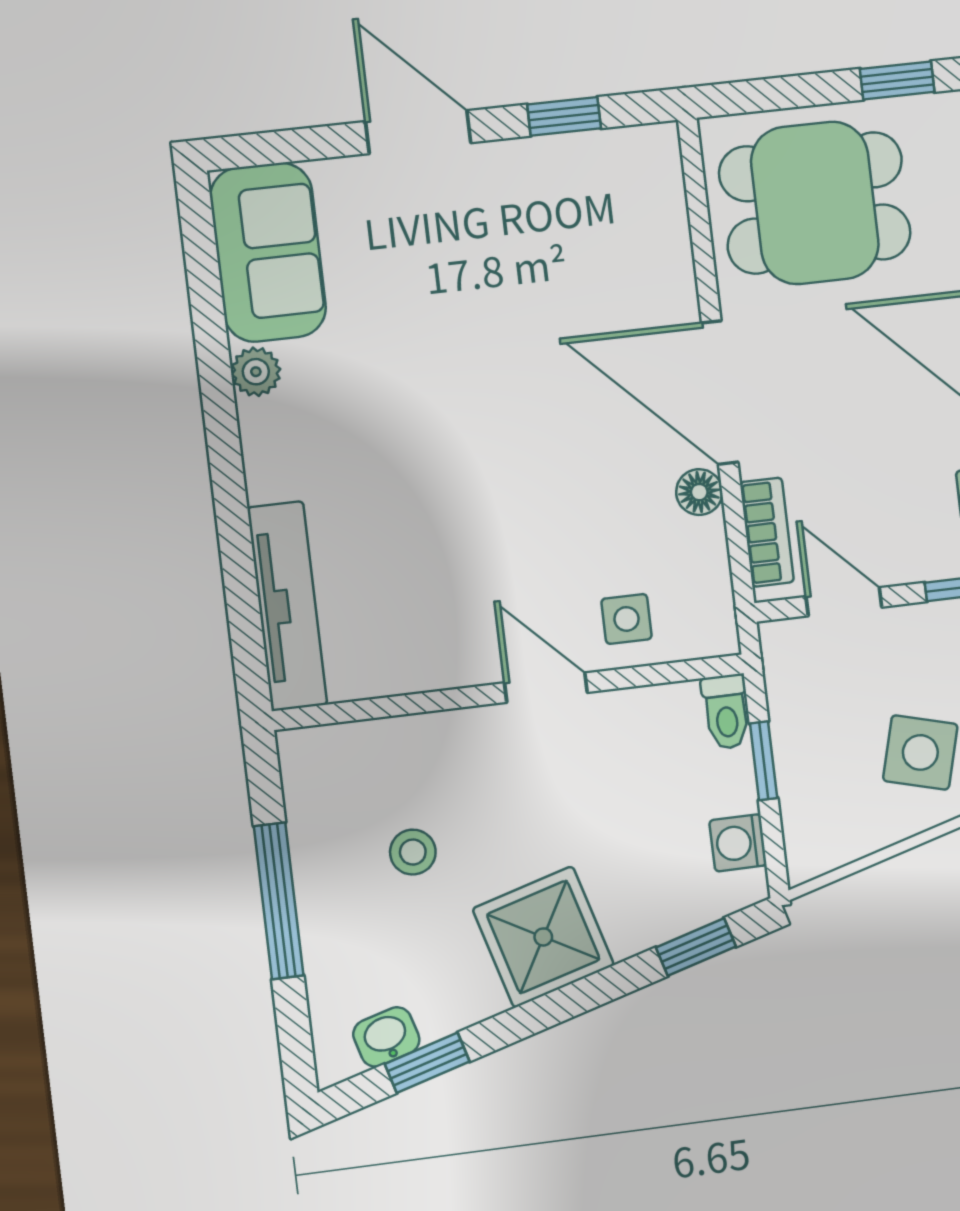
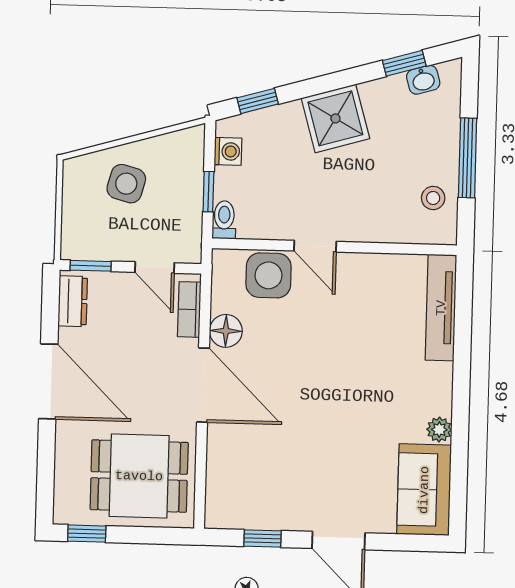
floor lamp: (699, 492) -> (226, 331), width x1.37, depth x1.37
side table: (626, 619) -> (269, 275), width x1.87, depth x1.87
stool: (413, 852) -> (433, 198), moved

